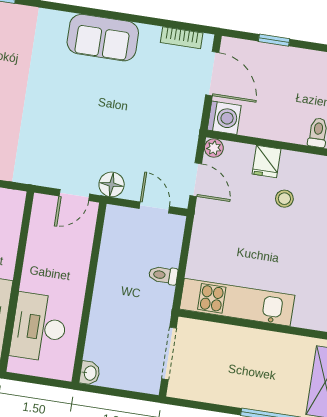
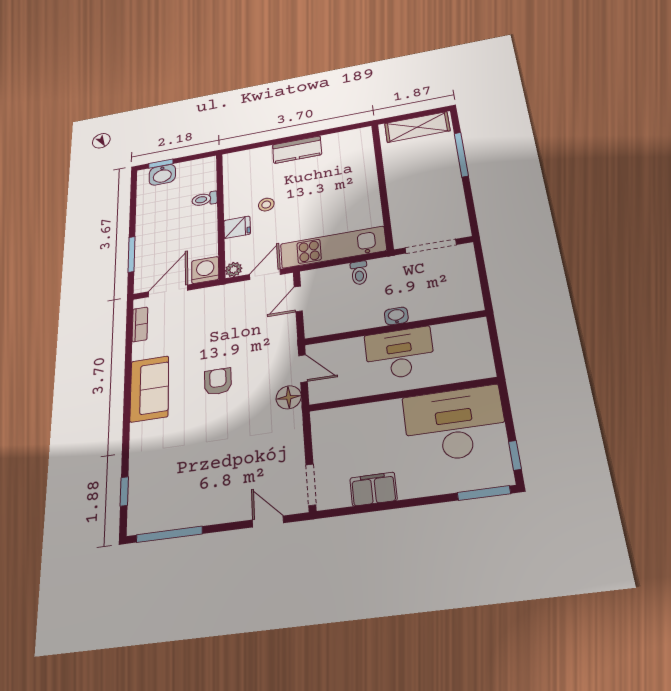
window: (274, 40) -> (132, 254), width x1.50
armchair: (88, 108) -> (218, 382), added
floor lamp: (112, 184) -> (289, 397), moved
kitchen unit: (237, 302) -> (333, 247), moved, turned 90
desk: (39, 327) -> (399, 353), moved, turned 180
washbasin: (90, 373) -> (396, 316), moved

